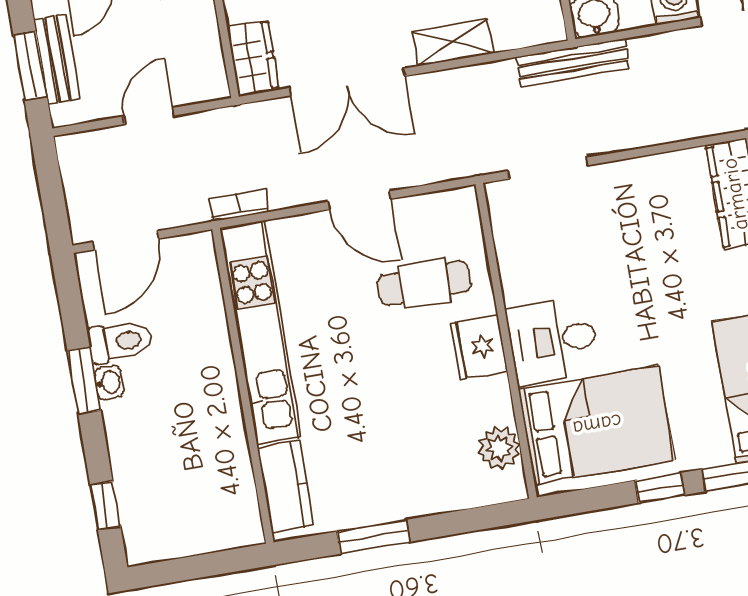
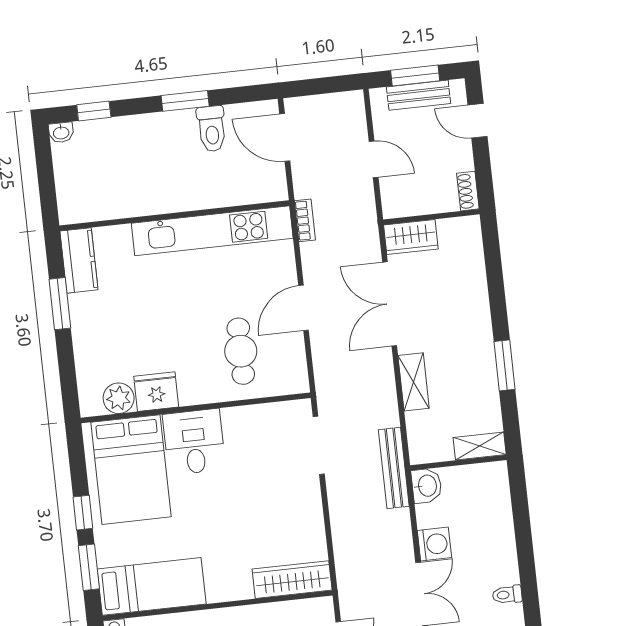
fridge: (479, 347) -> (156, 392), moved
washbasin: (109, 383) -> (61, 132), moved
kitchen counter: (286, 487) -> (79, 260), moved, turned -90

